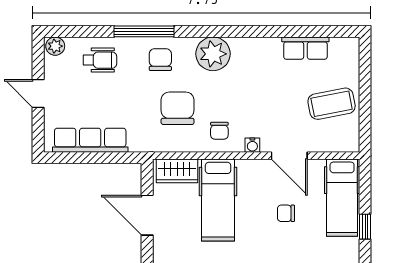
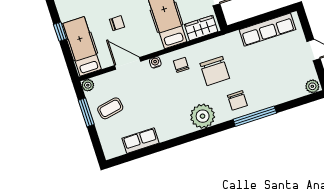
wheelchair: (100, 60) -> (279, 87), removed
coffee table: (332, 104) -> (110, 108), width x0.73, depth x0.77
window: (365, 109) -> (86, 112), added
plant: (351, 144) -> (88, 85), added

